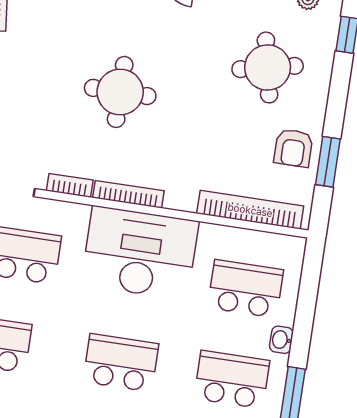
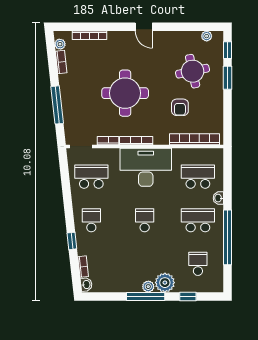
round table: (120, 92) -> (125, 93), width x1.36, depth x1.36
armchair: (293, 148) -> (180, 107), moved
window: (328, 162) -> (228, 78), moved
school desk: (121, 363) -> (145, 220), width x0.54

